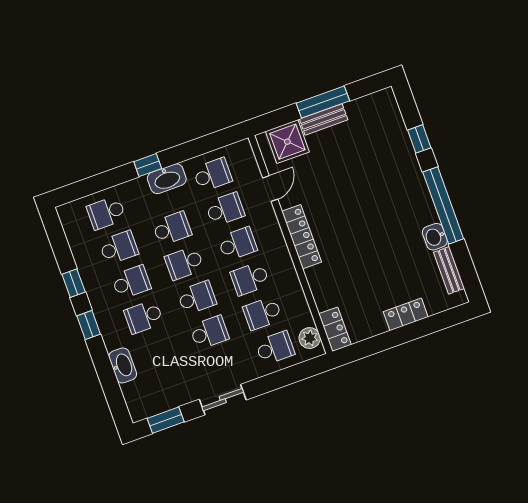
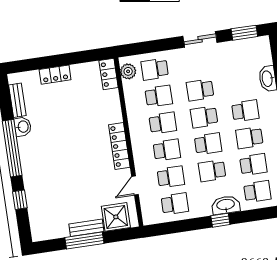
school desk: (213, 175) -> (175, 204), turned 180
washbasin: (167, 179) -> (226, 205), moved
school desk: (225, 209) -> (171, 177), turned 180
school desk: (237, 244) -> (167, 150), turned 180
school desk: (119, 248) -> (253, 165), turned 180

